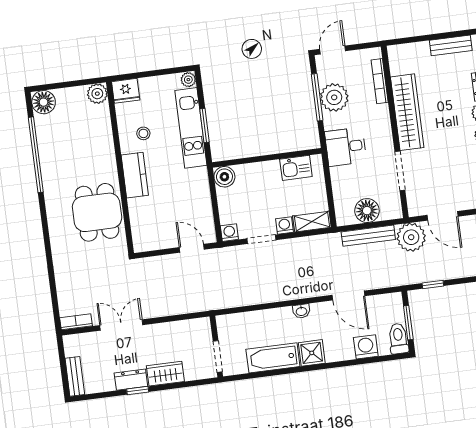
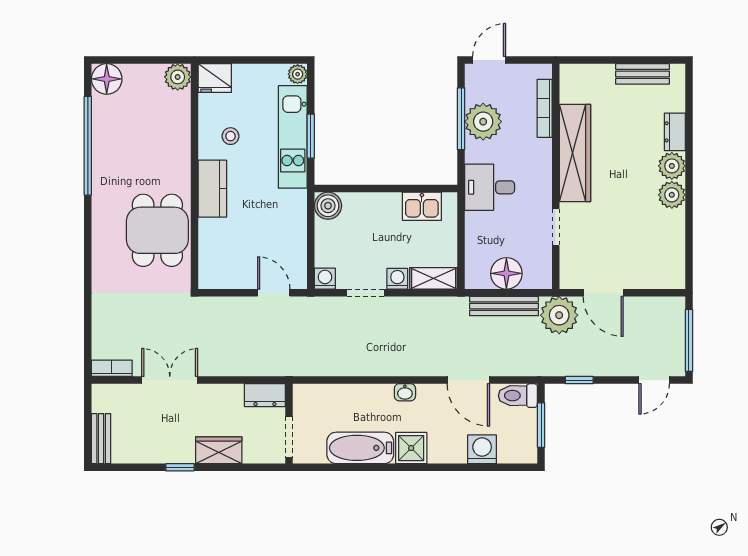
doorway: (400, 171) -> (556, 227), width x0.73
toilet: (398, 339) -> (518, 396), moved, turned -90
dresser: (131, 380) -> (265, 395), moved, turned 180

